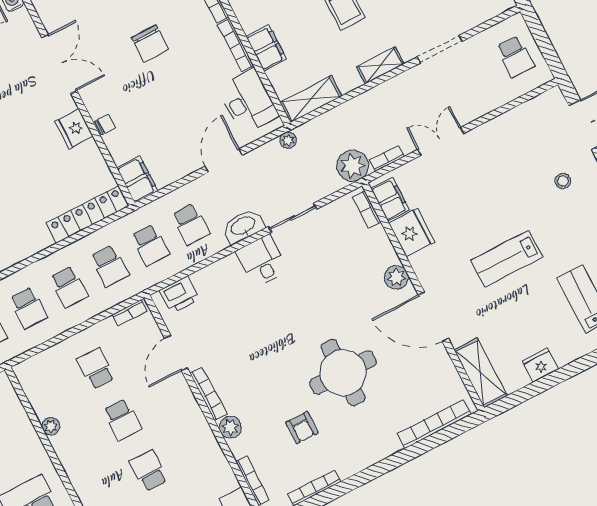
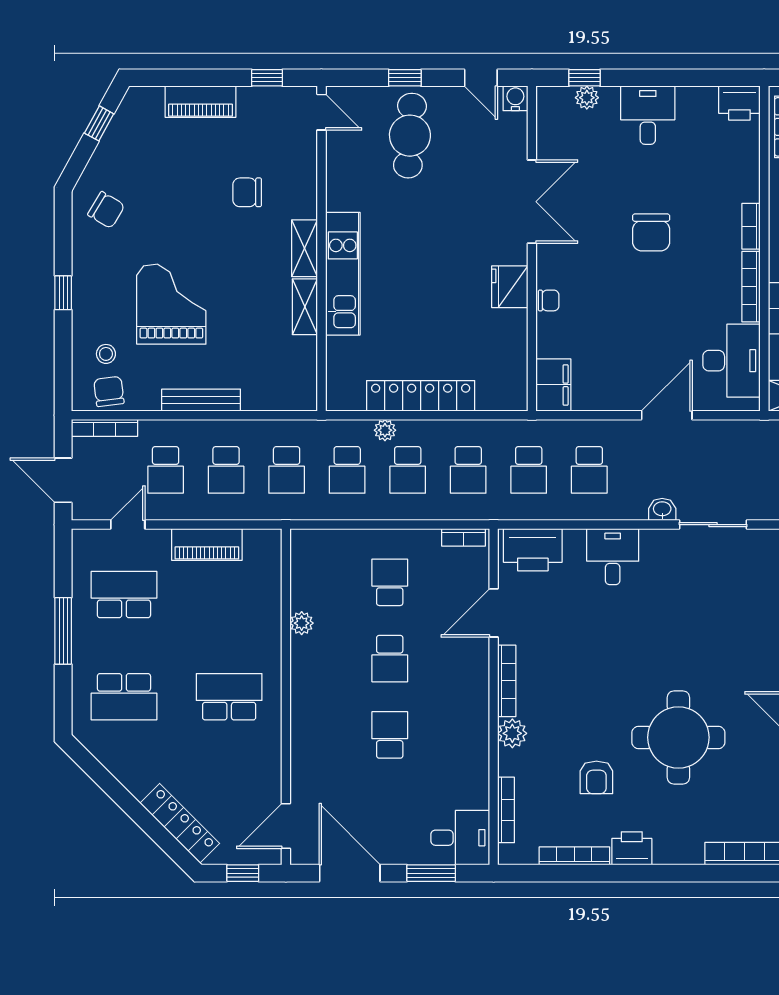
plant: (288, 140) -> (385, 430), moved
locker: (88, 214) -> (421, 396), moved
washbasin: (243, 226) -> (662, 509), width x0.52, depth x0.69
desk: (262, 261) -> (613, 557), moved
printer: (179, 295) -> (533, 550), width x1.37, depth x1.19
printer: (350, 463) -> (632, 848), added

